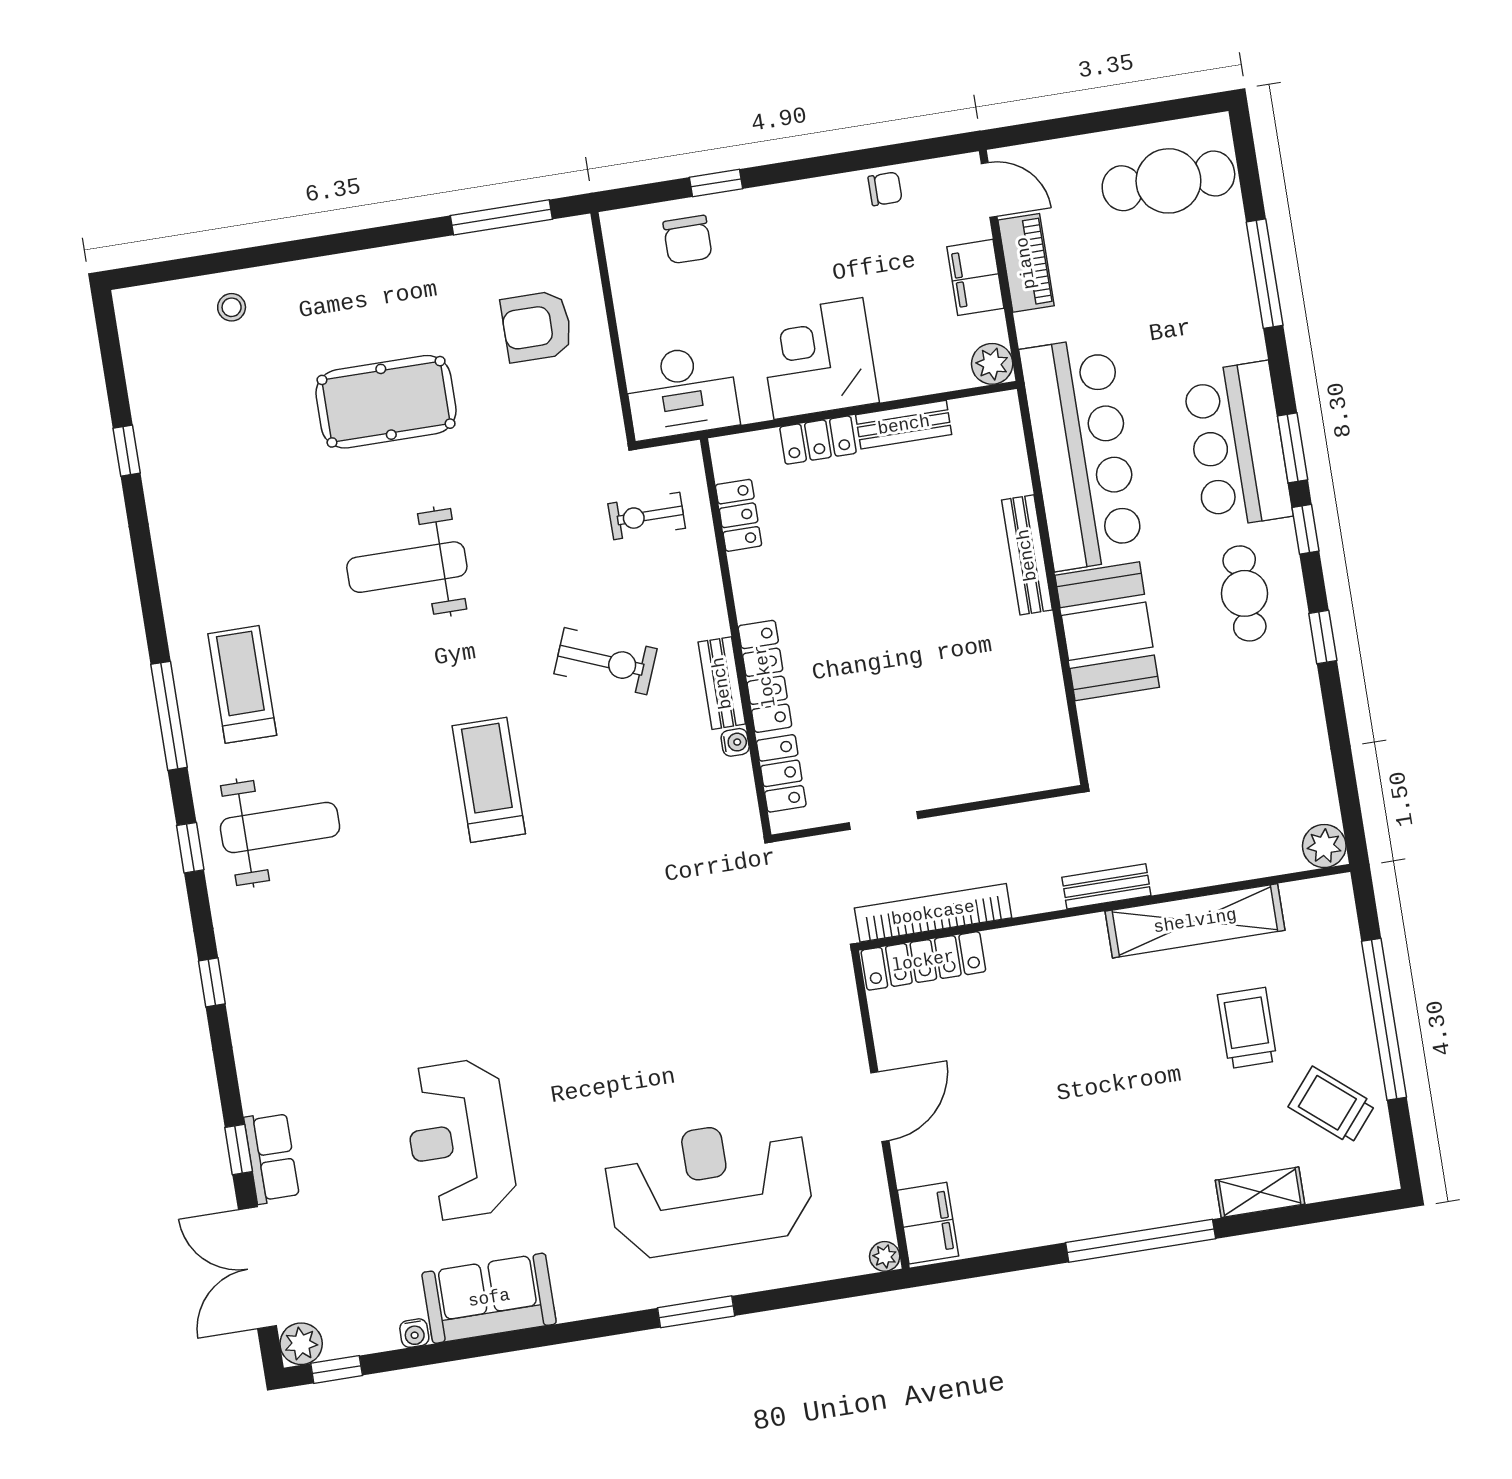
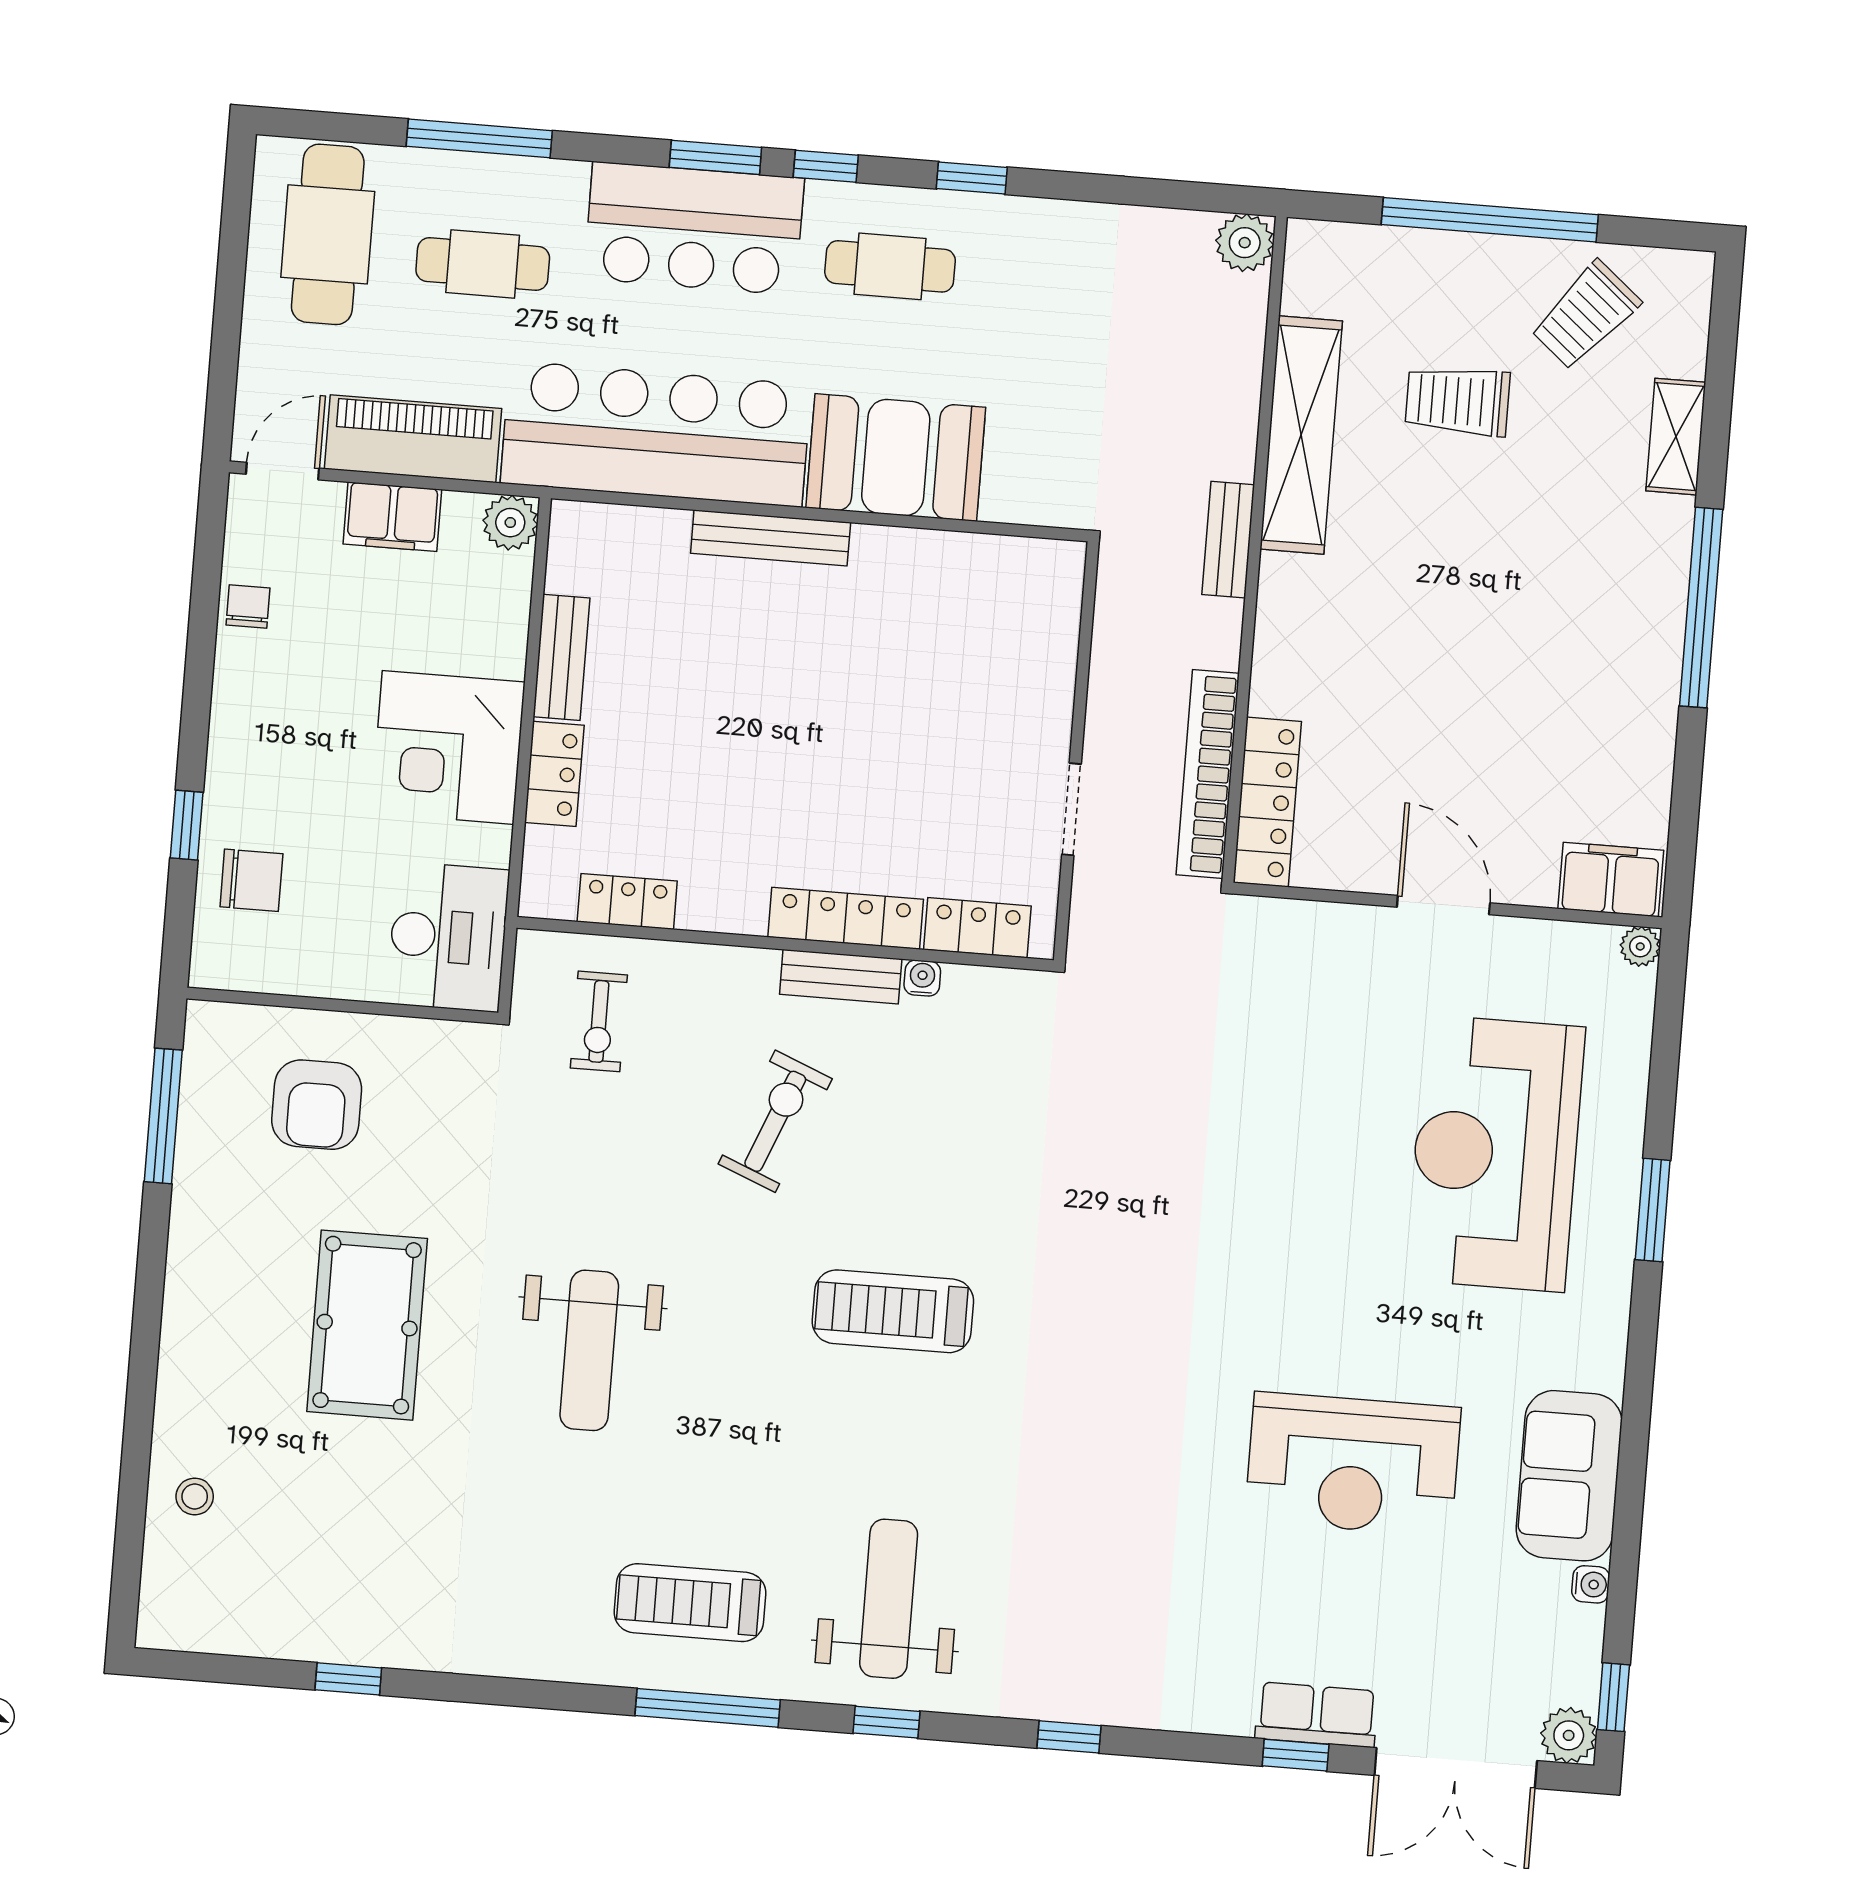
piano: (1026, 263) -> (413, 439), width x1.37, depth x1.33
cafe table: (1174, 298) -> (483, 264), added

